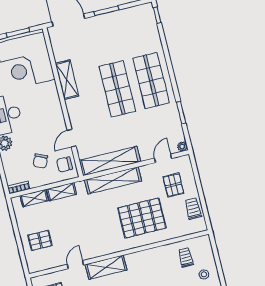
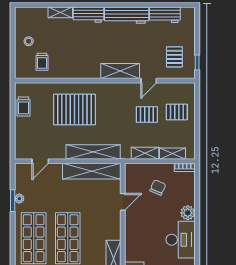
plant: (182, 147) -> (19, 199), moved
chair: (64, 164) -> (136, 179), removed
pallet: (173, 185) -> (147, 114), moved, turned 90

